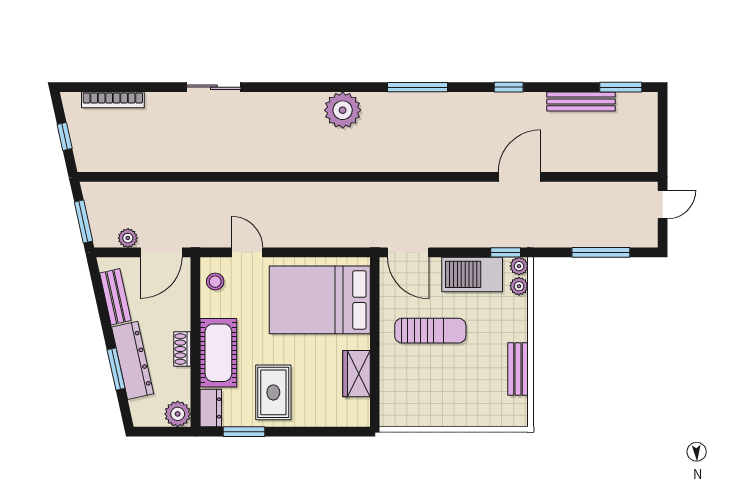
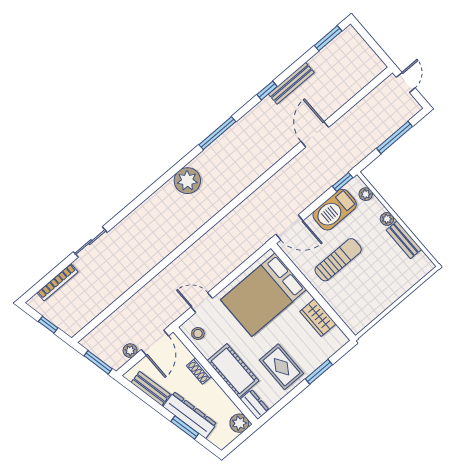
sliding door: (214, 87) -> (90, 242), moved
bench: (581, 101) -> (291, 83), moved
plant: (519, 266) -> (387, 219), moved
shoe rack: (182, 349) -> (199, 371), moved
window: (244, 432) -> (319, 372), moved

